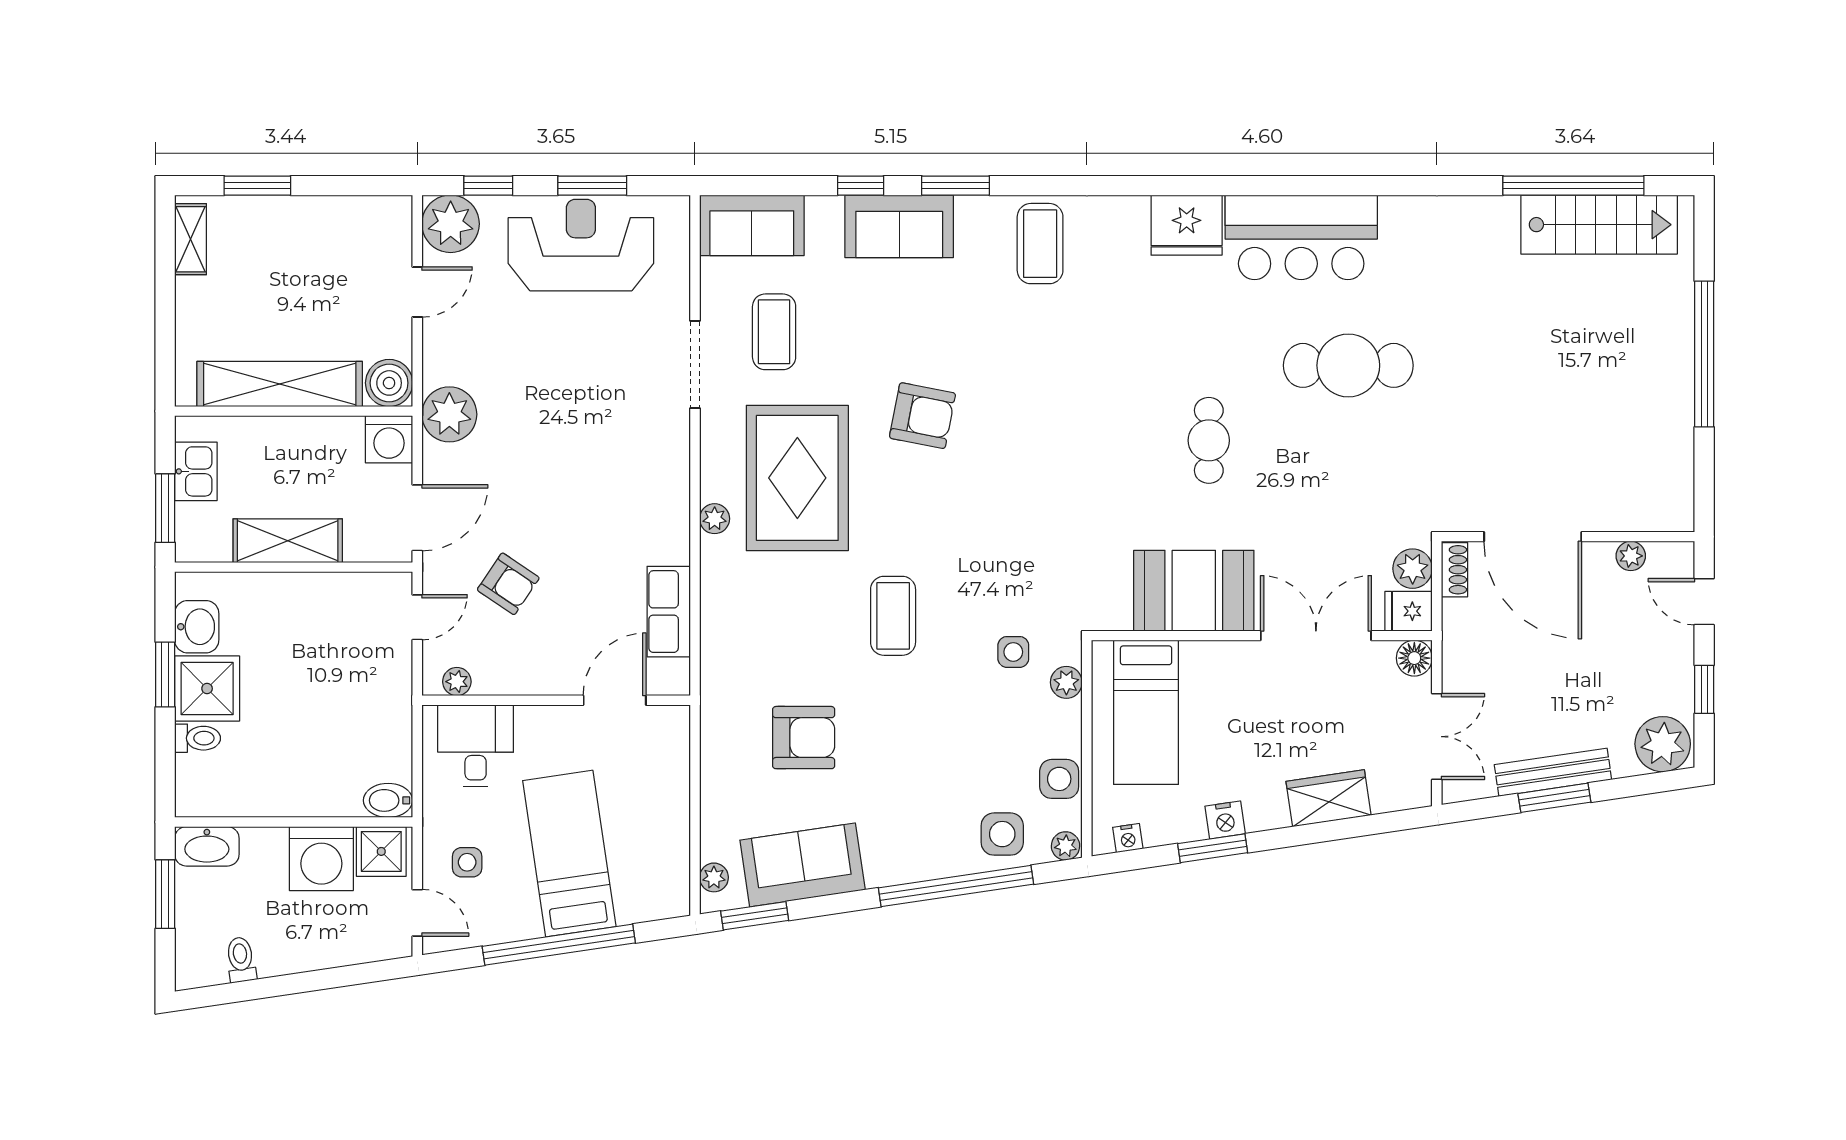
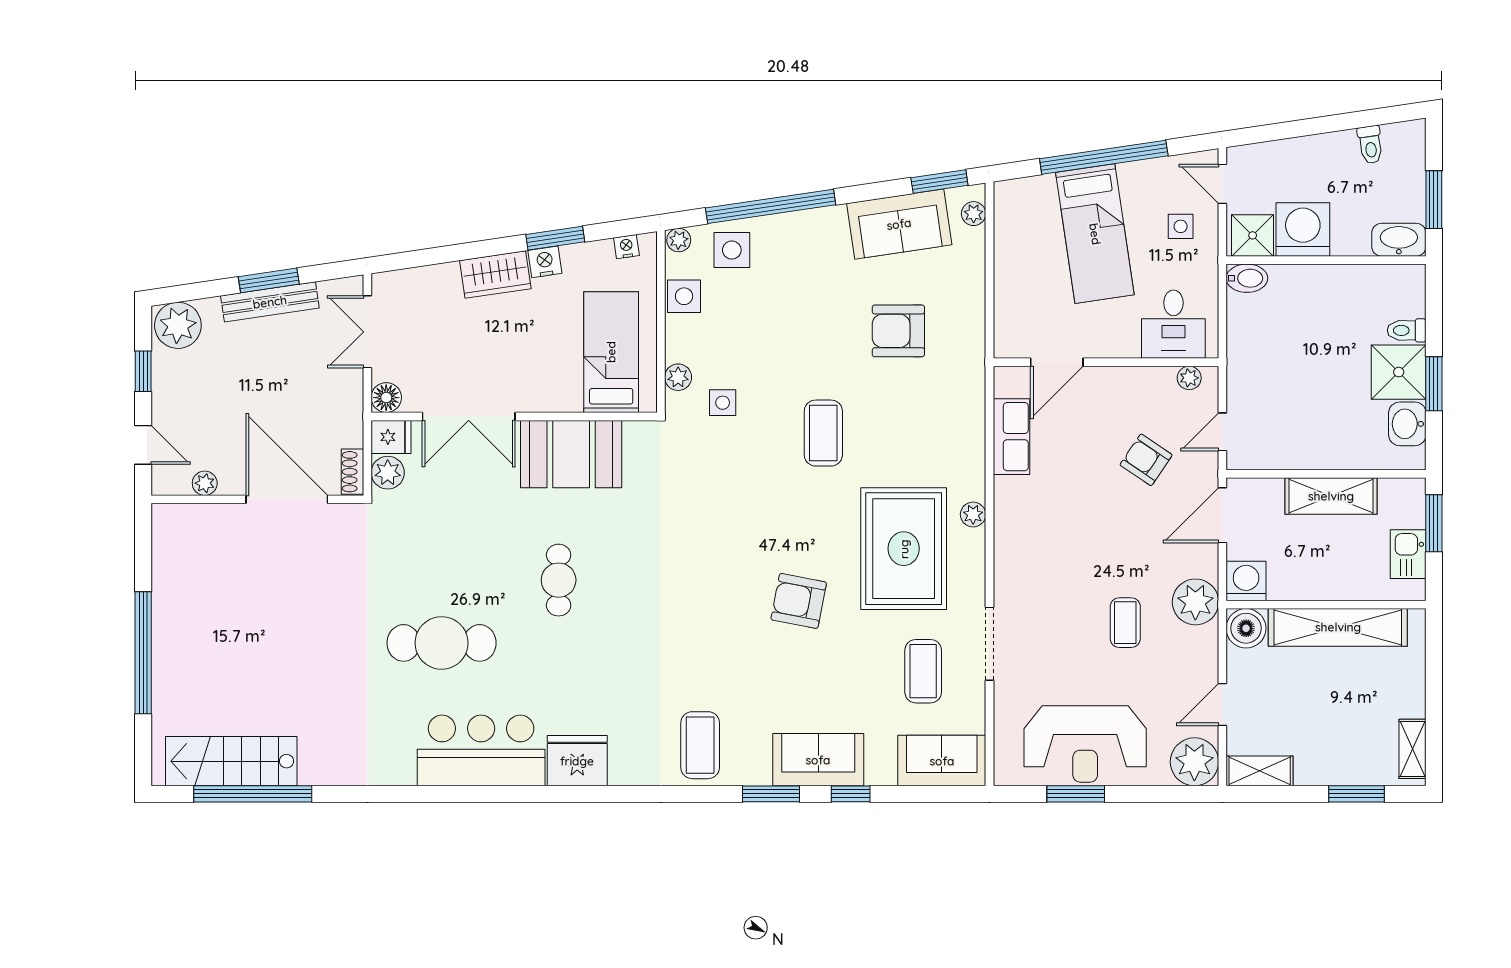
window: (488, 186) -> (1163, 794), removed
shelving: (373, 213) -> (1260, 771), added
coffee table: (533, 390) -> (1125, 623), added
wardrobe: (1328, 798) -> (495, 275), moved

